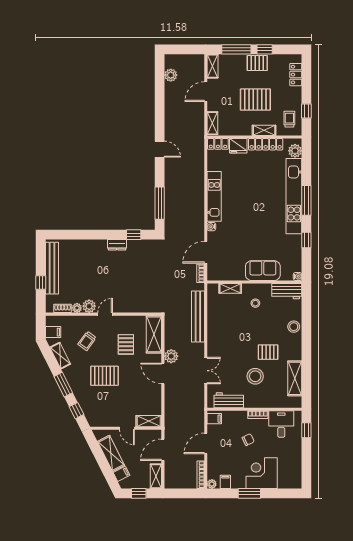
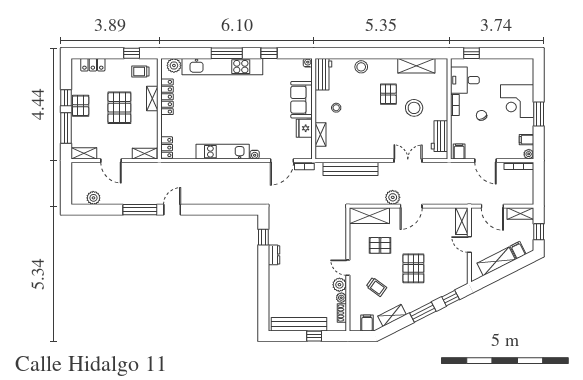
fridge: (238, 146) -> (304, 128), moved, turned 180
window: (160, 203) -> (140, 210), moved
door: (206, 252) -> (282, 161), hinge flipped
door: (127, 428) -> (469, 244), swing flipped

